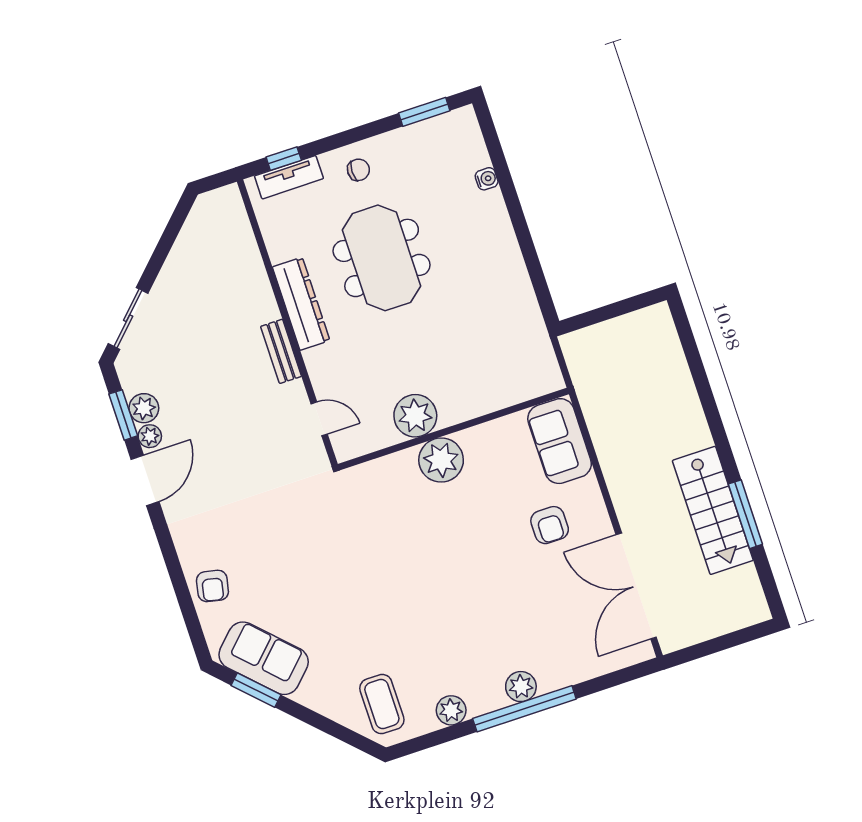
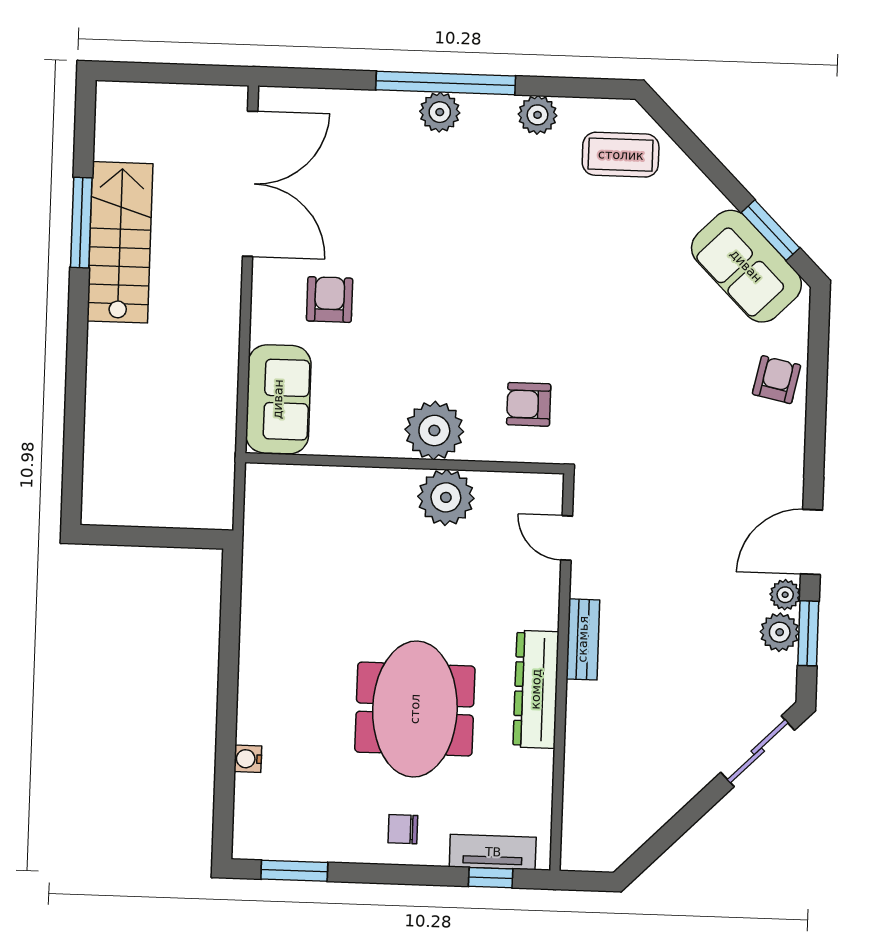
armchair: (381, 503) -> (529, 404), added
coffee table: (382, 704) -> (621, 155), turned 90

